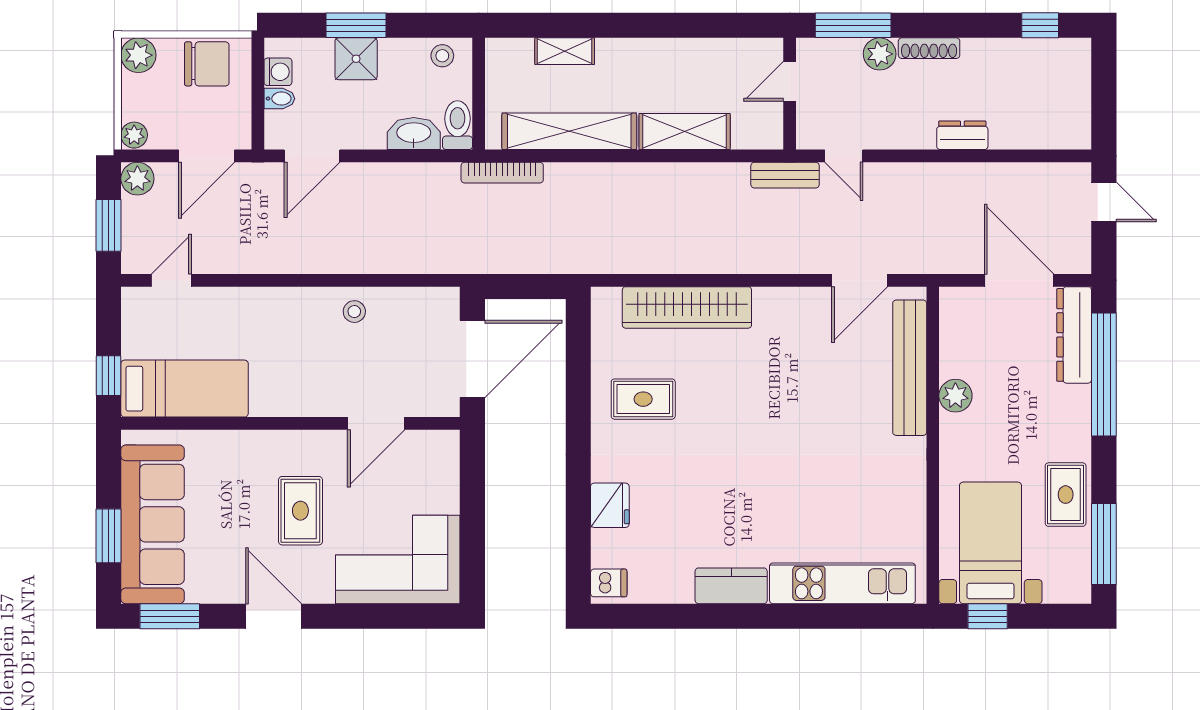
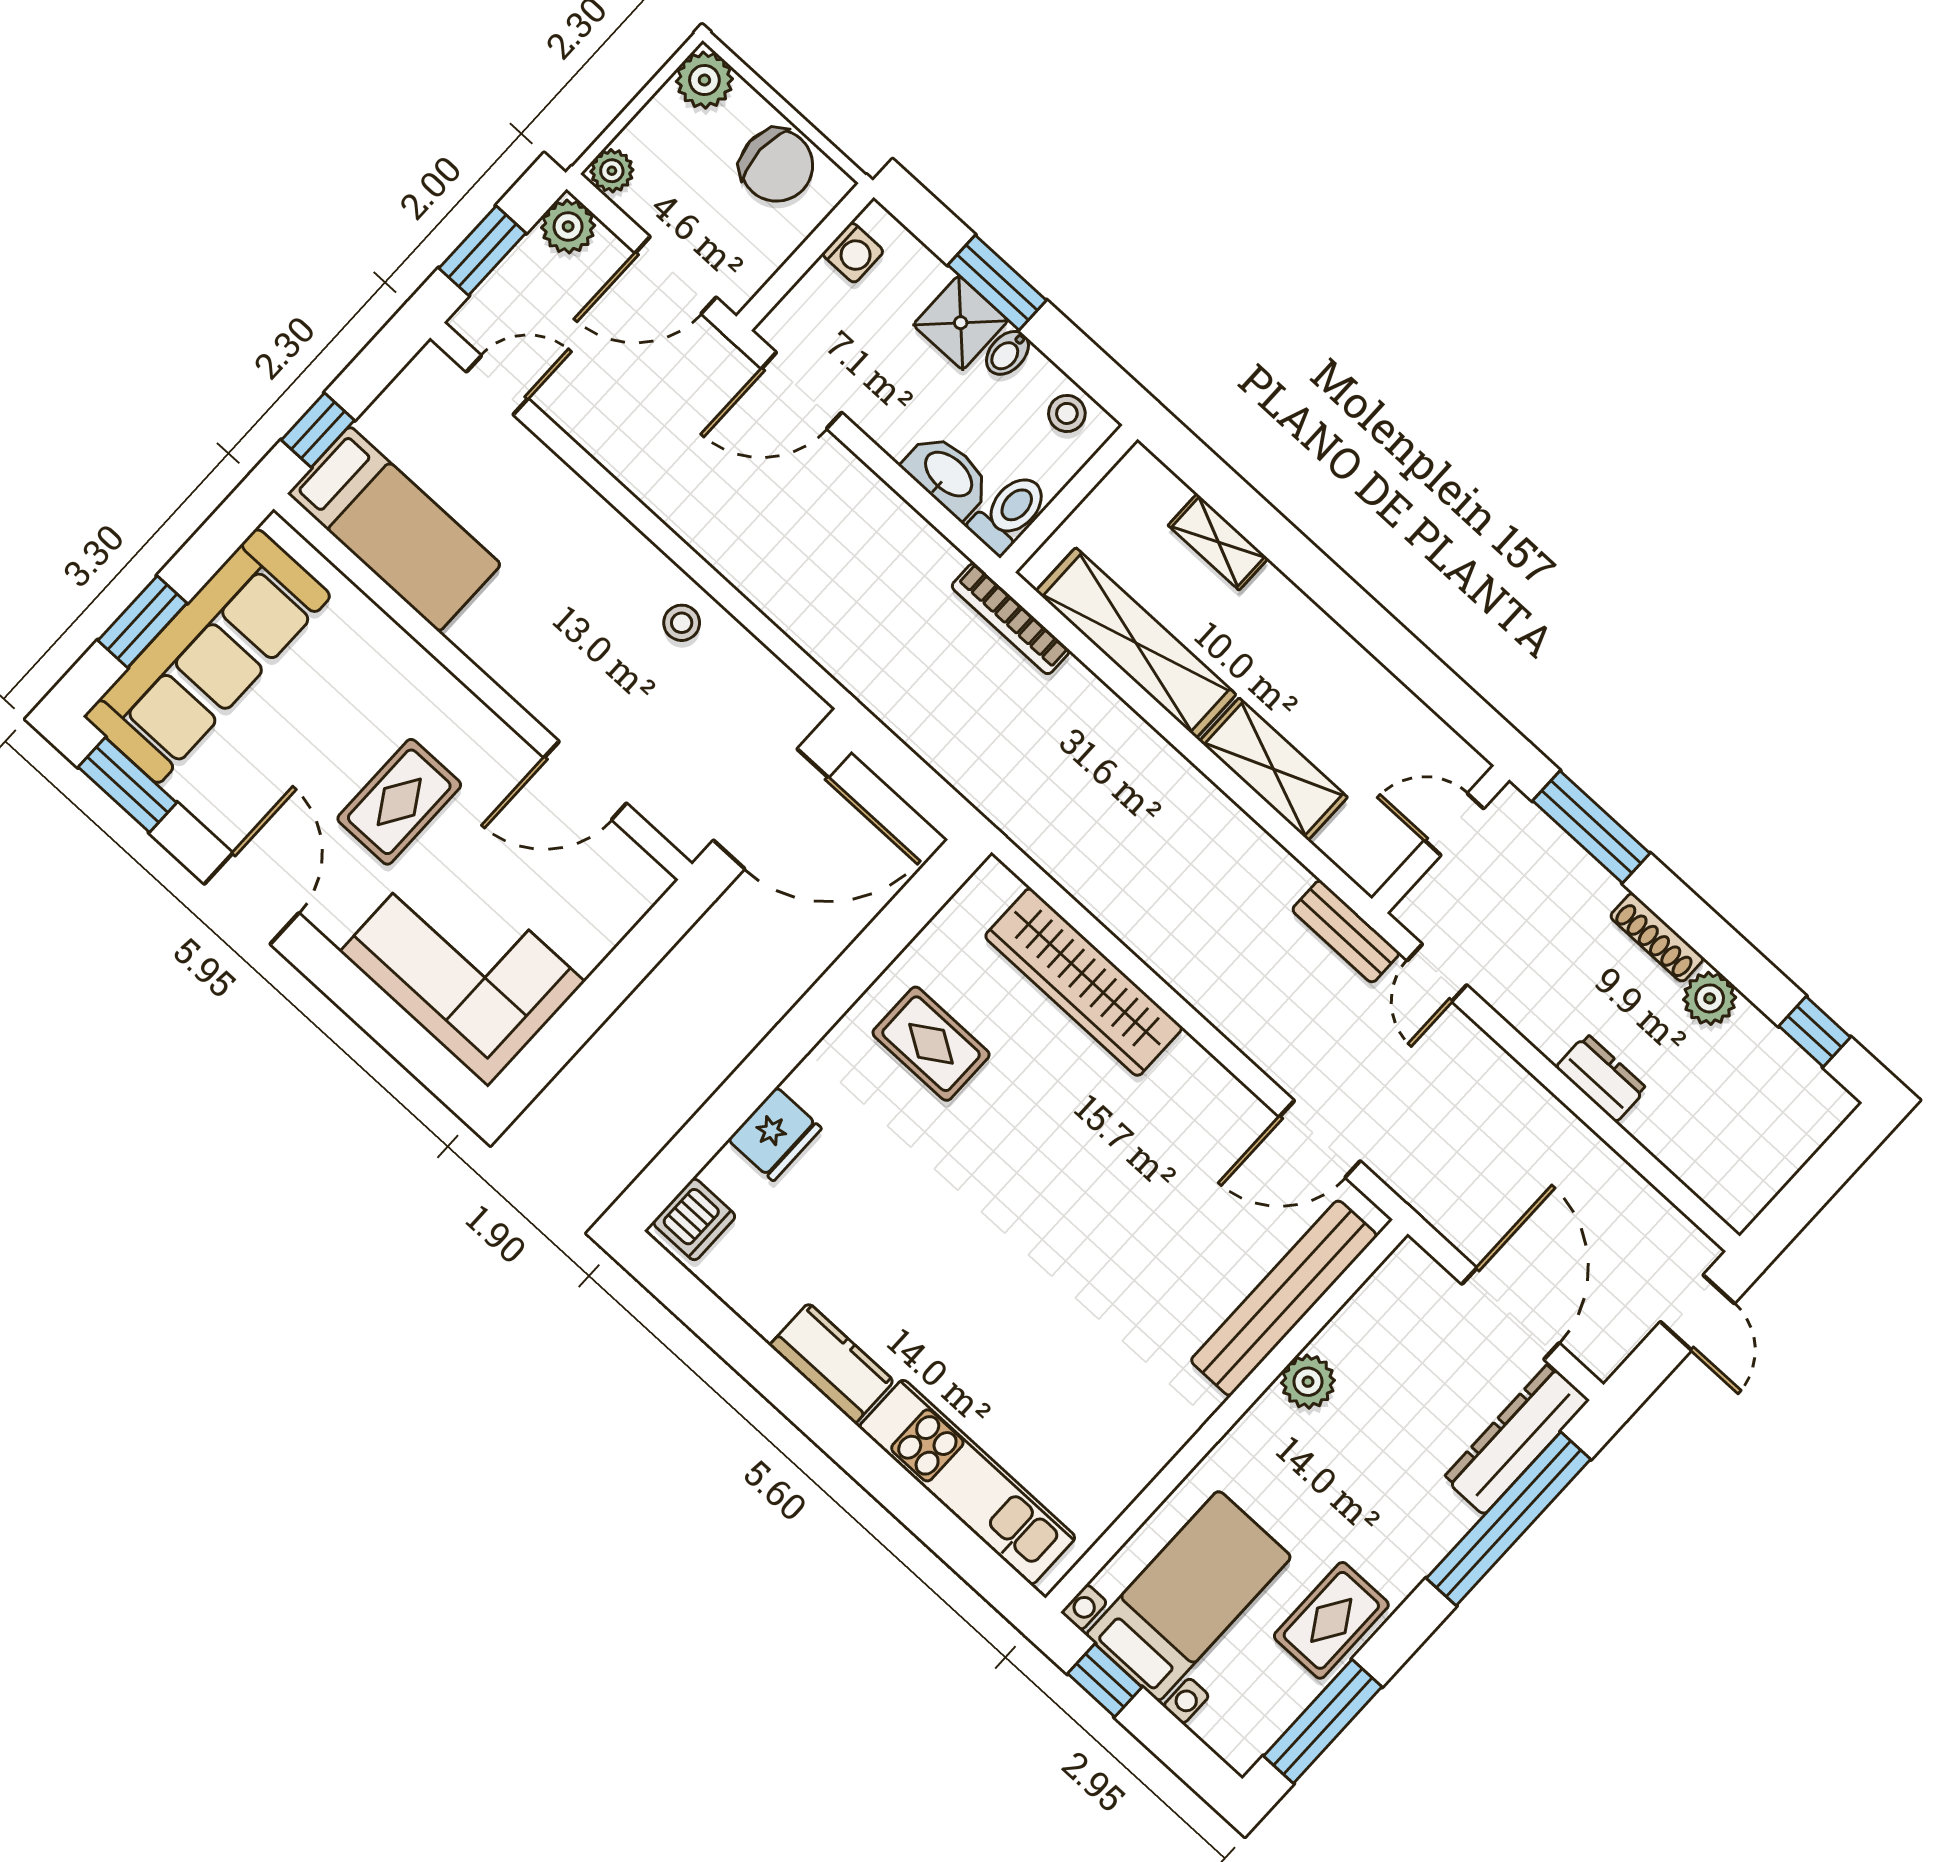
plant: (880, 54) -> (1710, 998), moved
bidet: (279, 99) -> (1007, 353), moved, turned 90
dishwasher: (609, 583) -> (694, 1219), width x1.38

